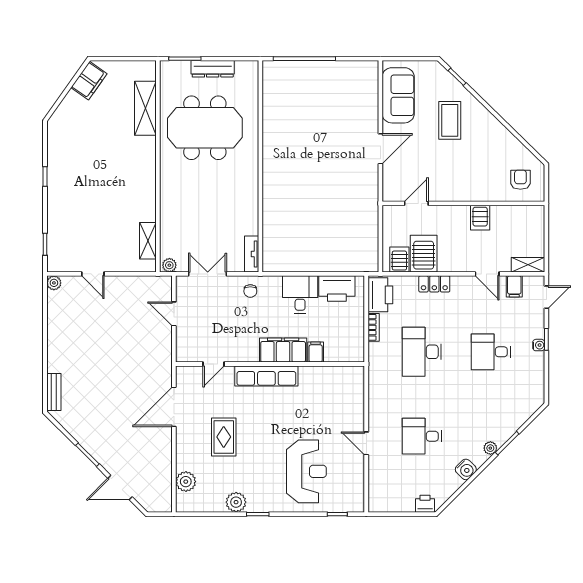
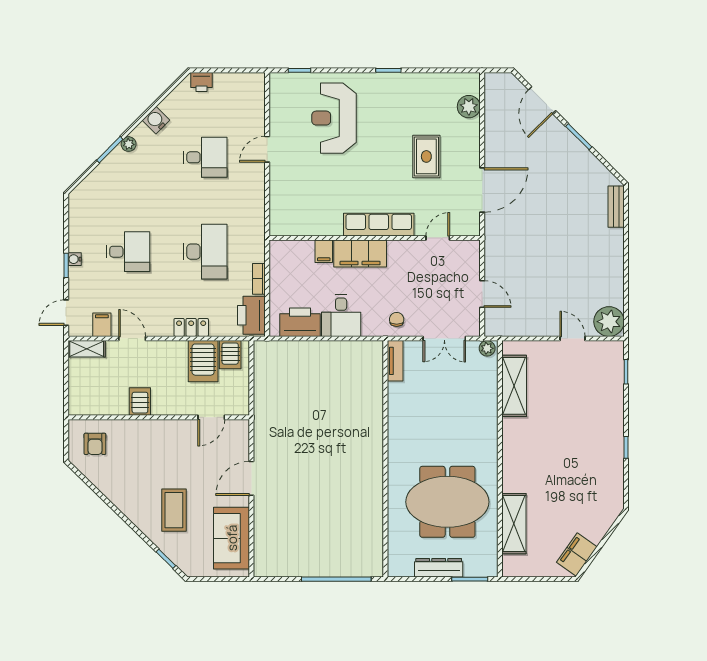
shelving: (148, 241) -> (514, 386), width x1.50, depth x1.33
plant: (54, 283) -> (609, 322), width x1.87, depth x1.87
door: (366, 443) -> (267, 149), swing flipped
door: (120, 487) -> (542, 100), swing flipped
plant: (236, 502) -> (413, 84), removed

